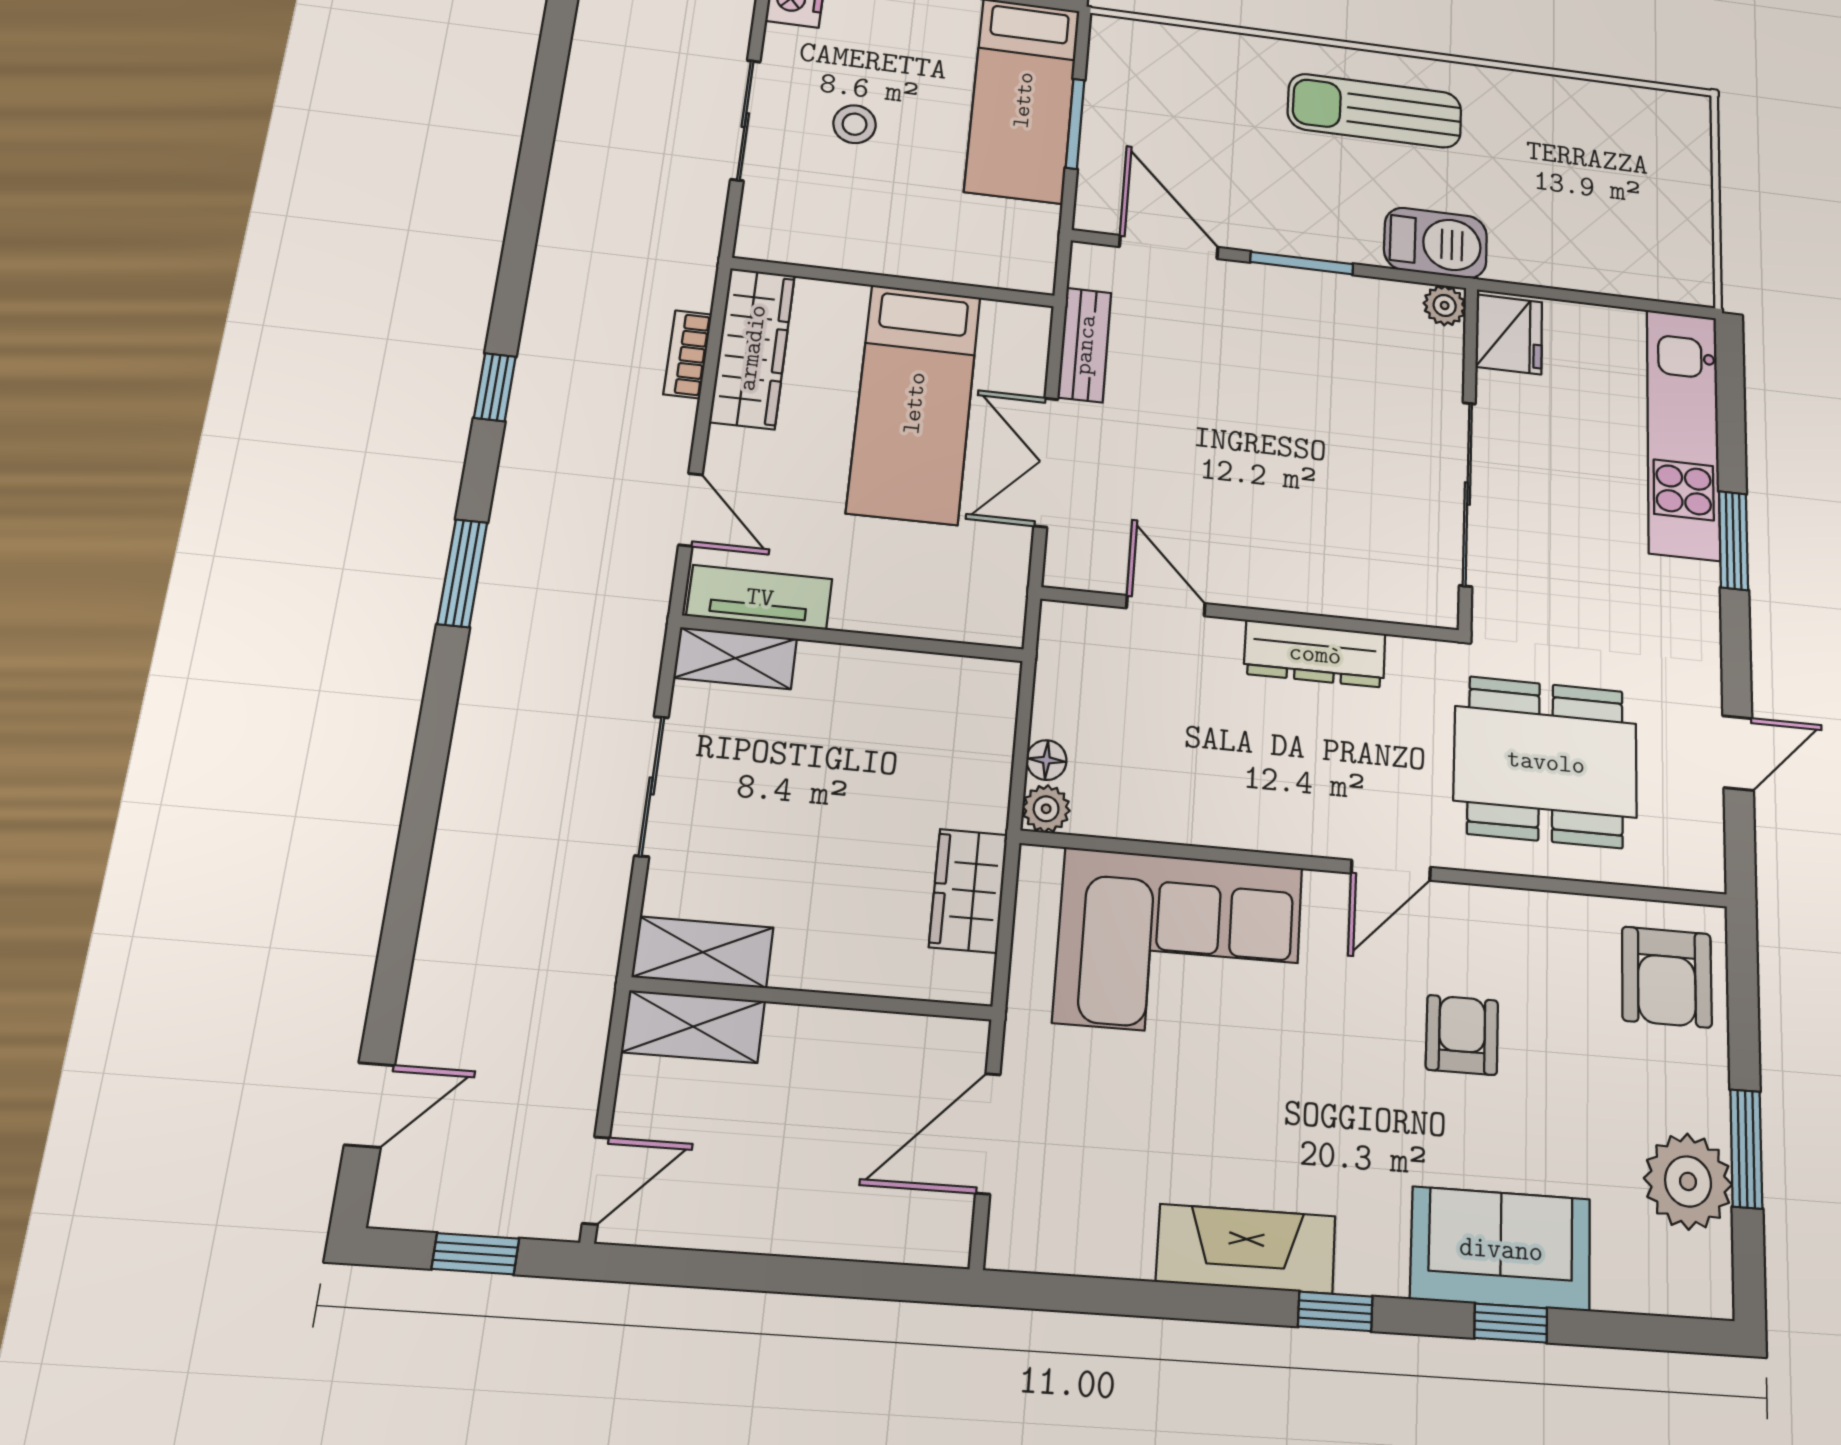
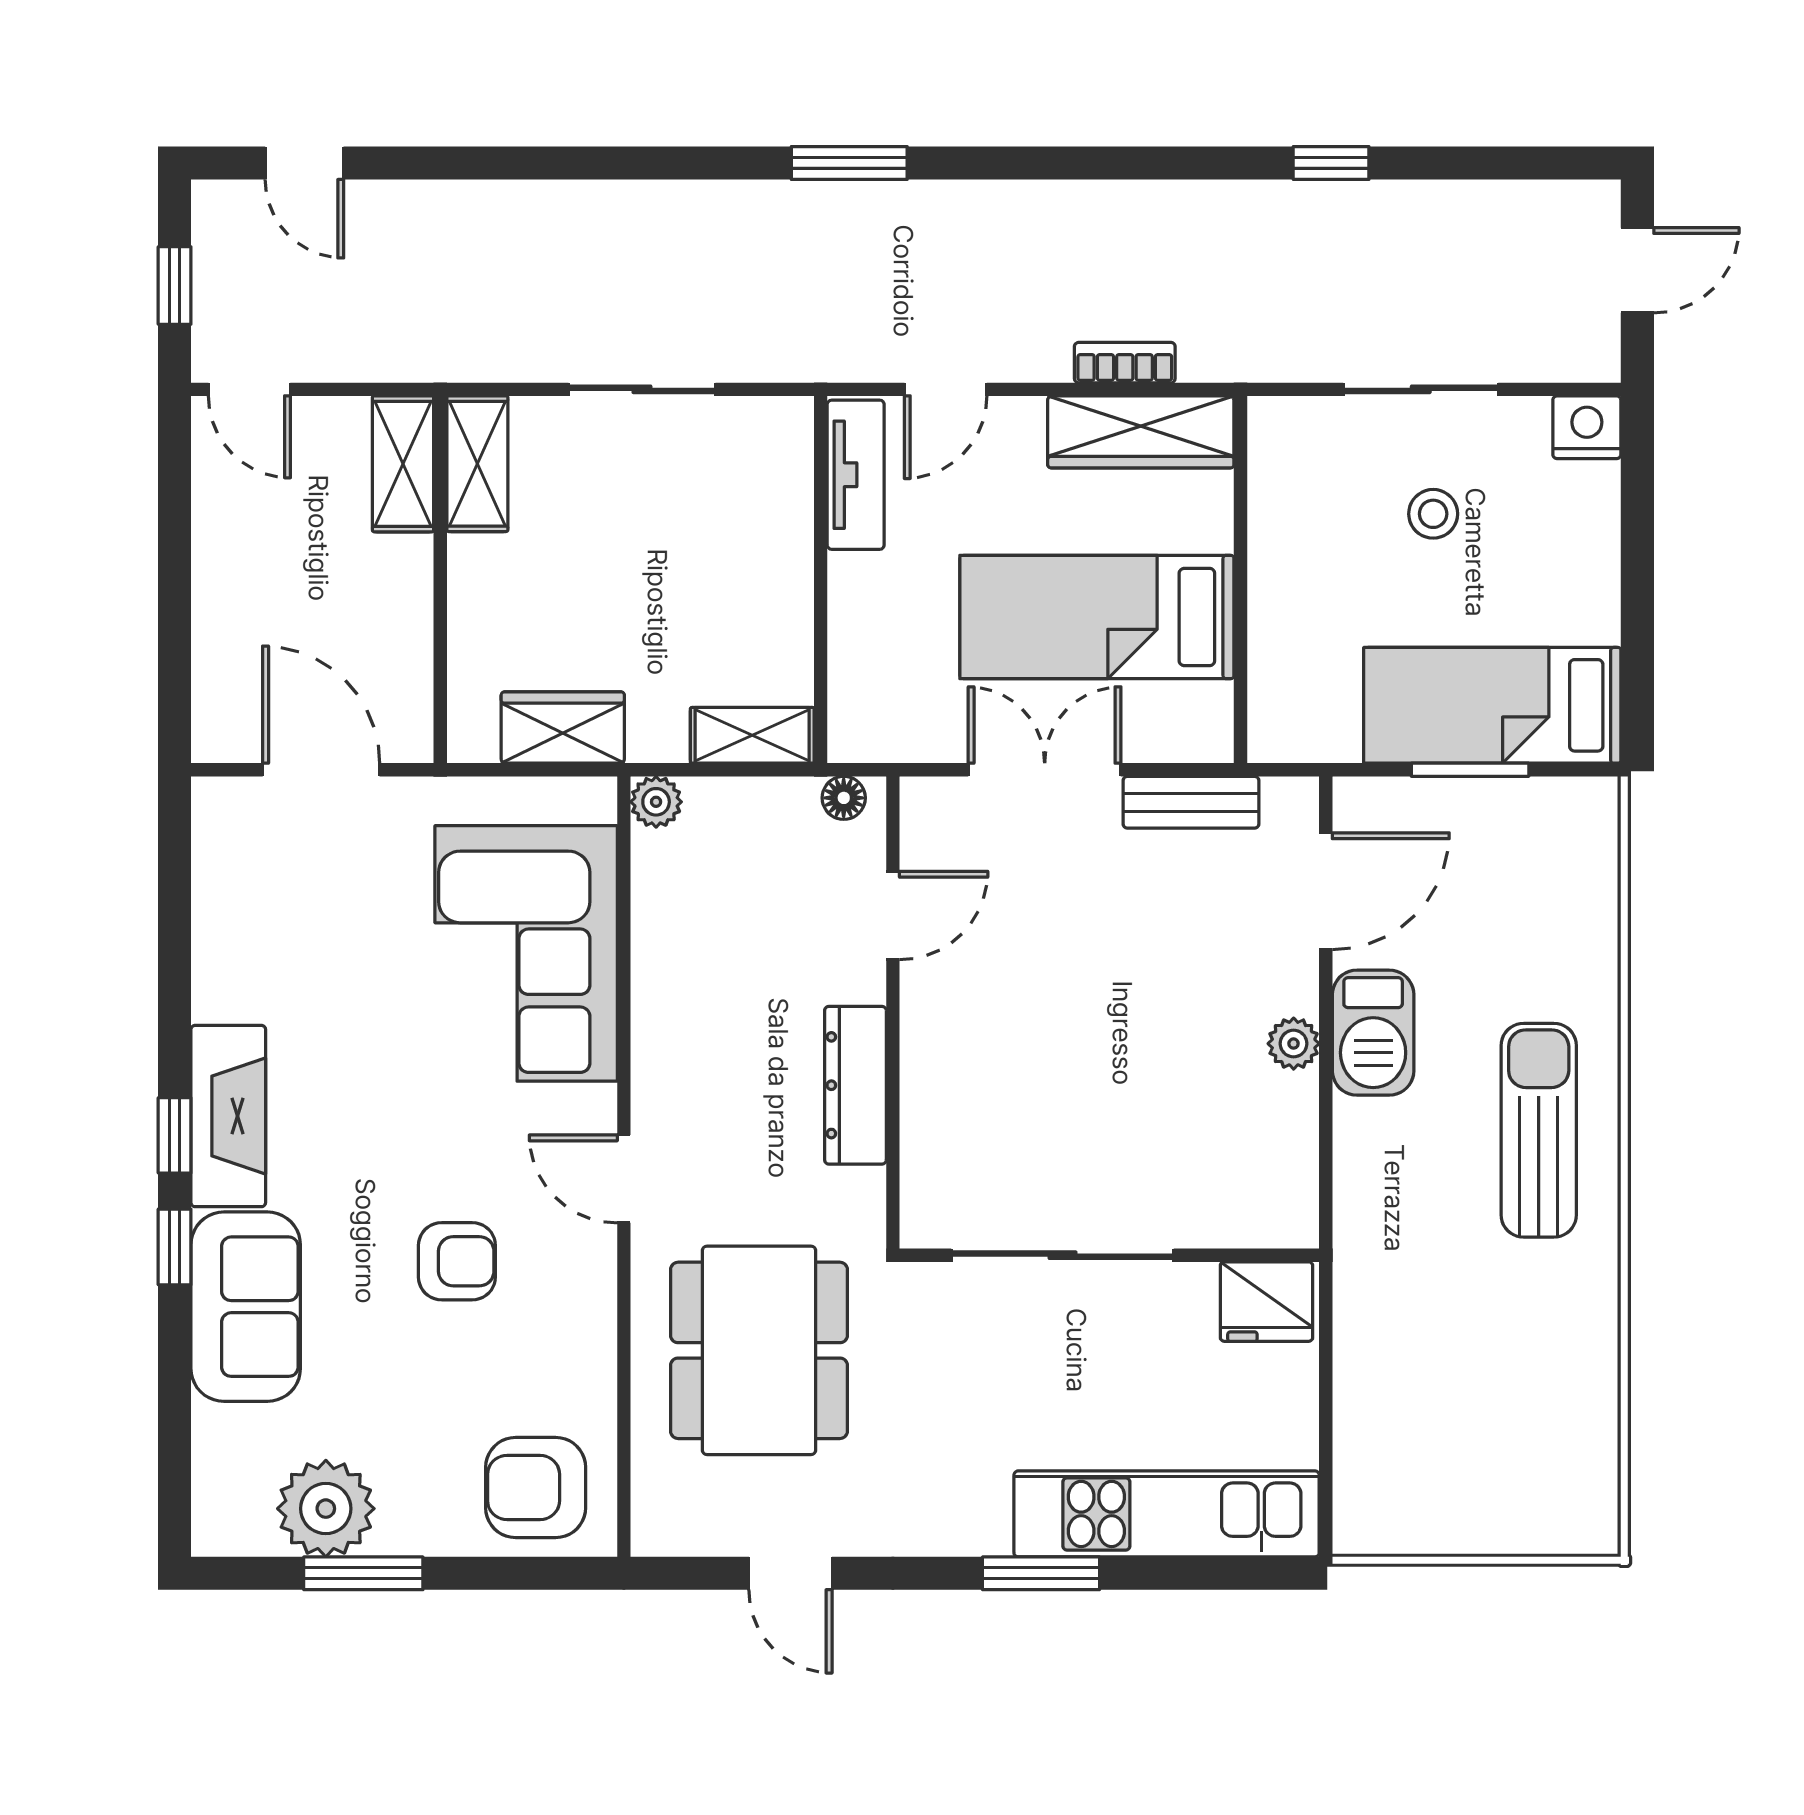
barbecue: (1436, 243) -> (1373, 1033), moved
window: (1302, 263) -> (1326, 1050), removed
plant: (1445, 305) -> (1294, 1044), moved
window: (495, 387) -> (1331, 163), moved
shelving: (735, 658) -> (752, 735), moved, turned 90
floor lamp: (1046, 760) -> (844, 798), moved
fireplace: (1246, 1249) -> (228, 1116), moved
window: (1511, 1323) -> (175, 1247), moved

